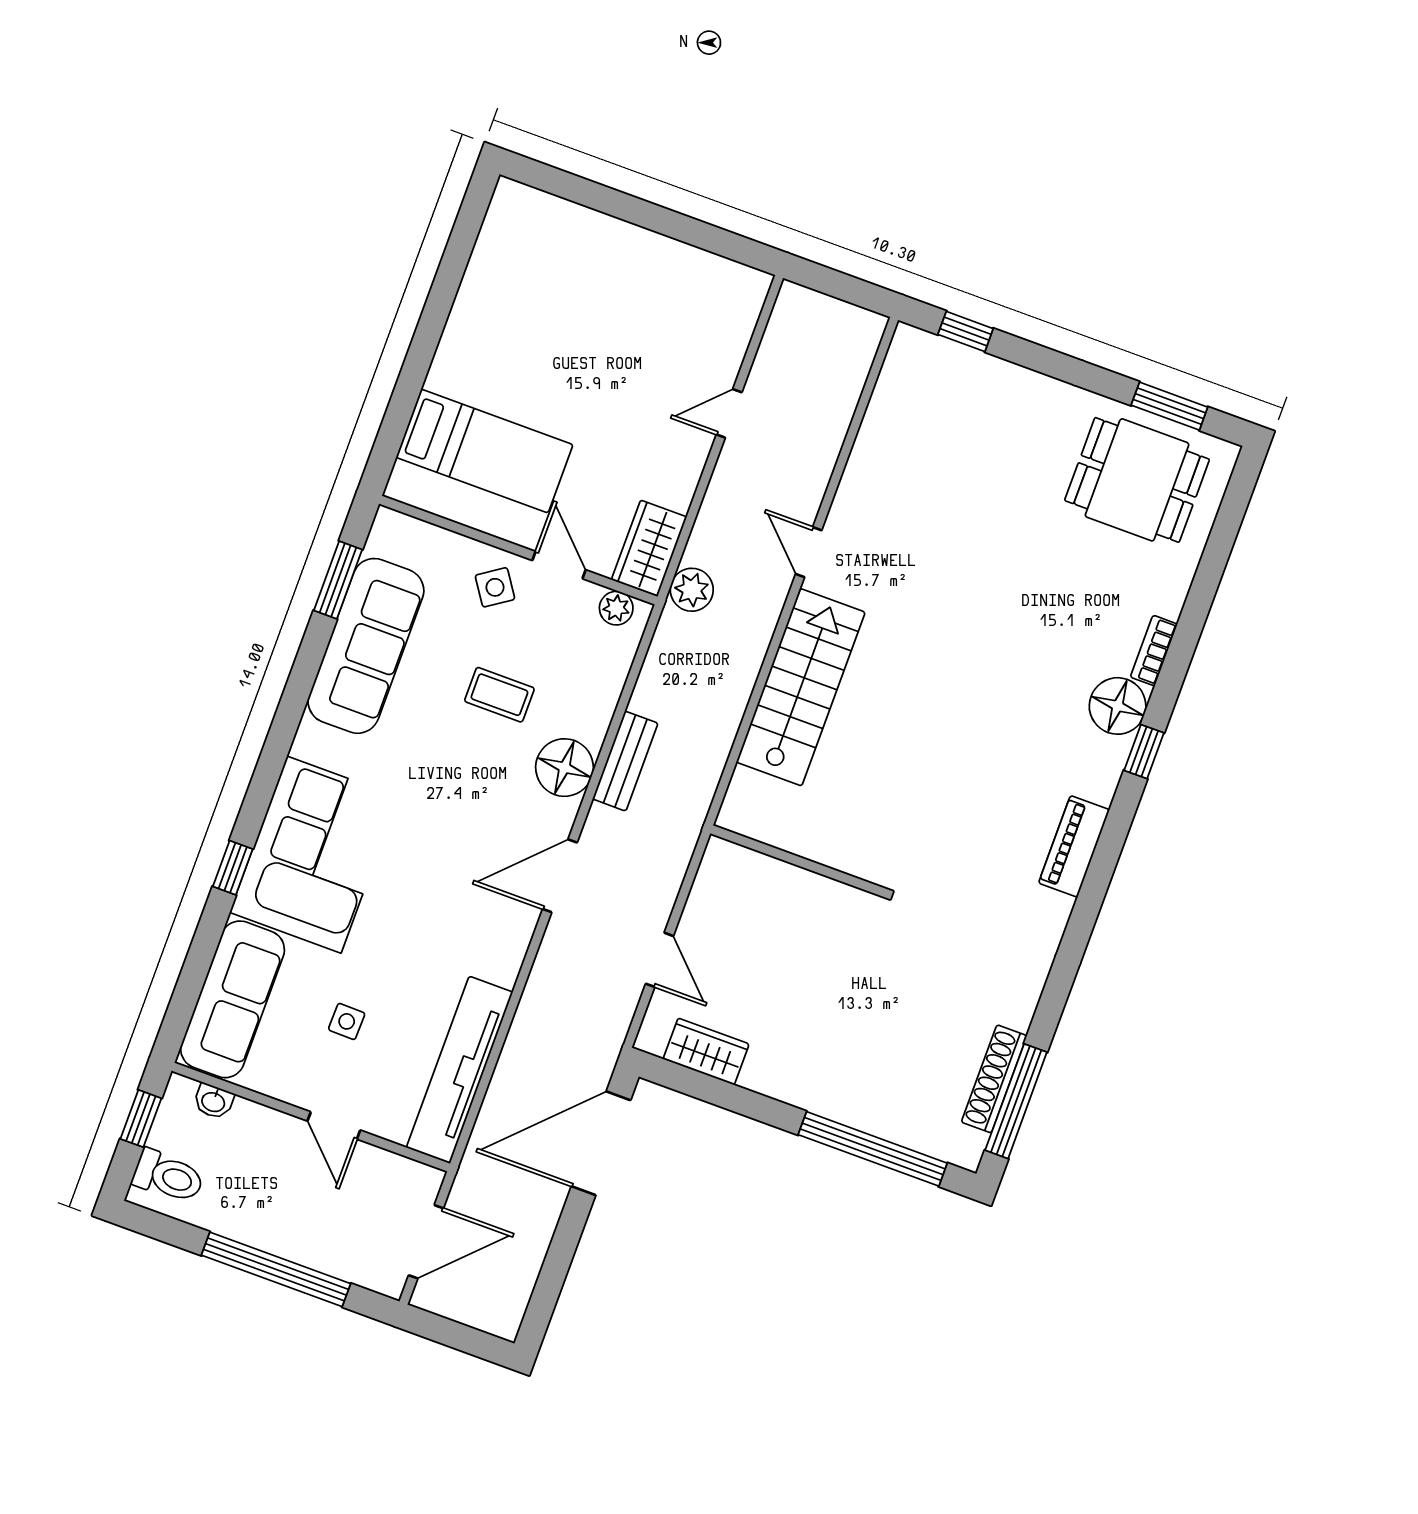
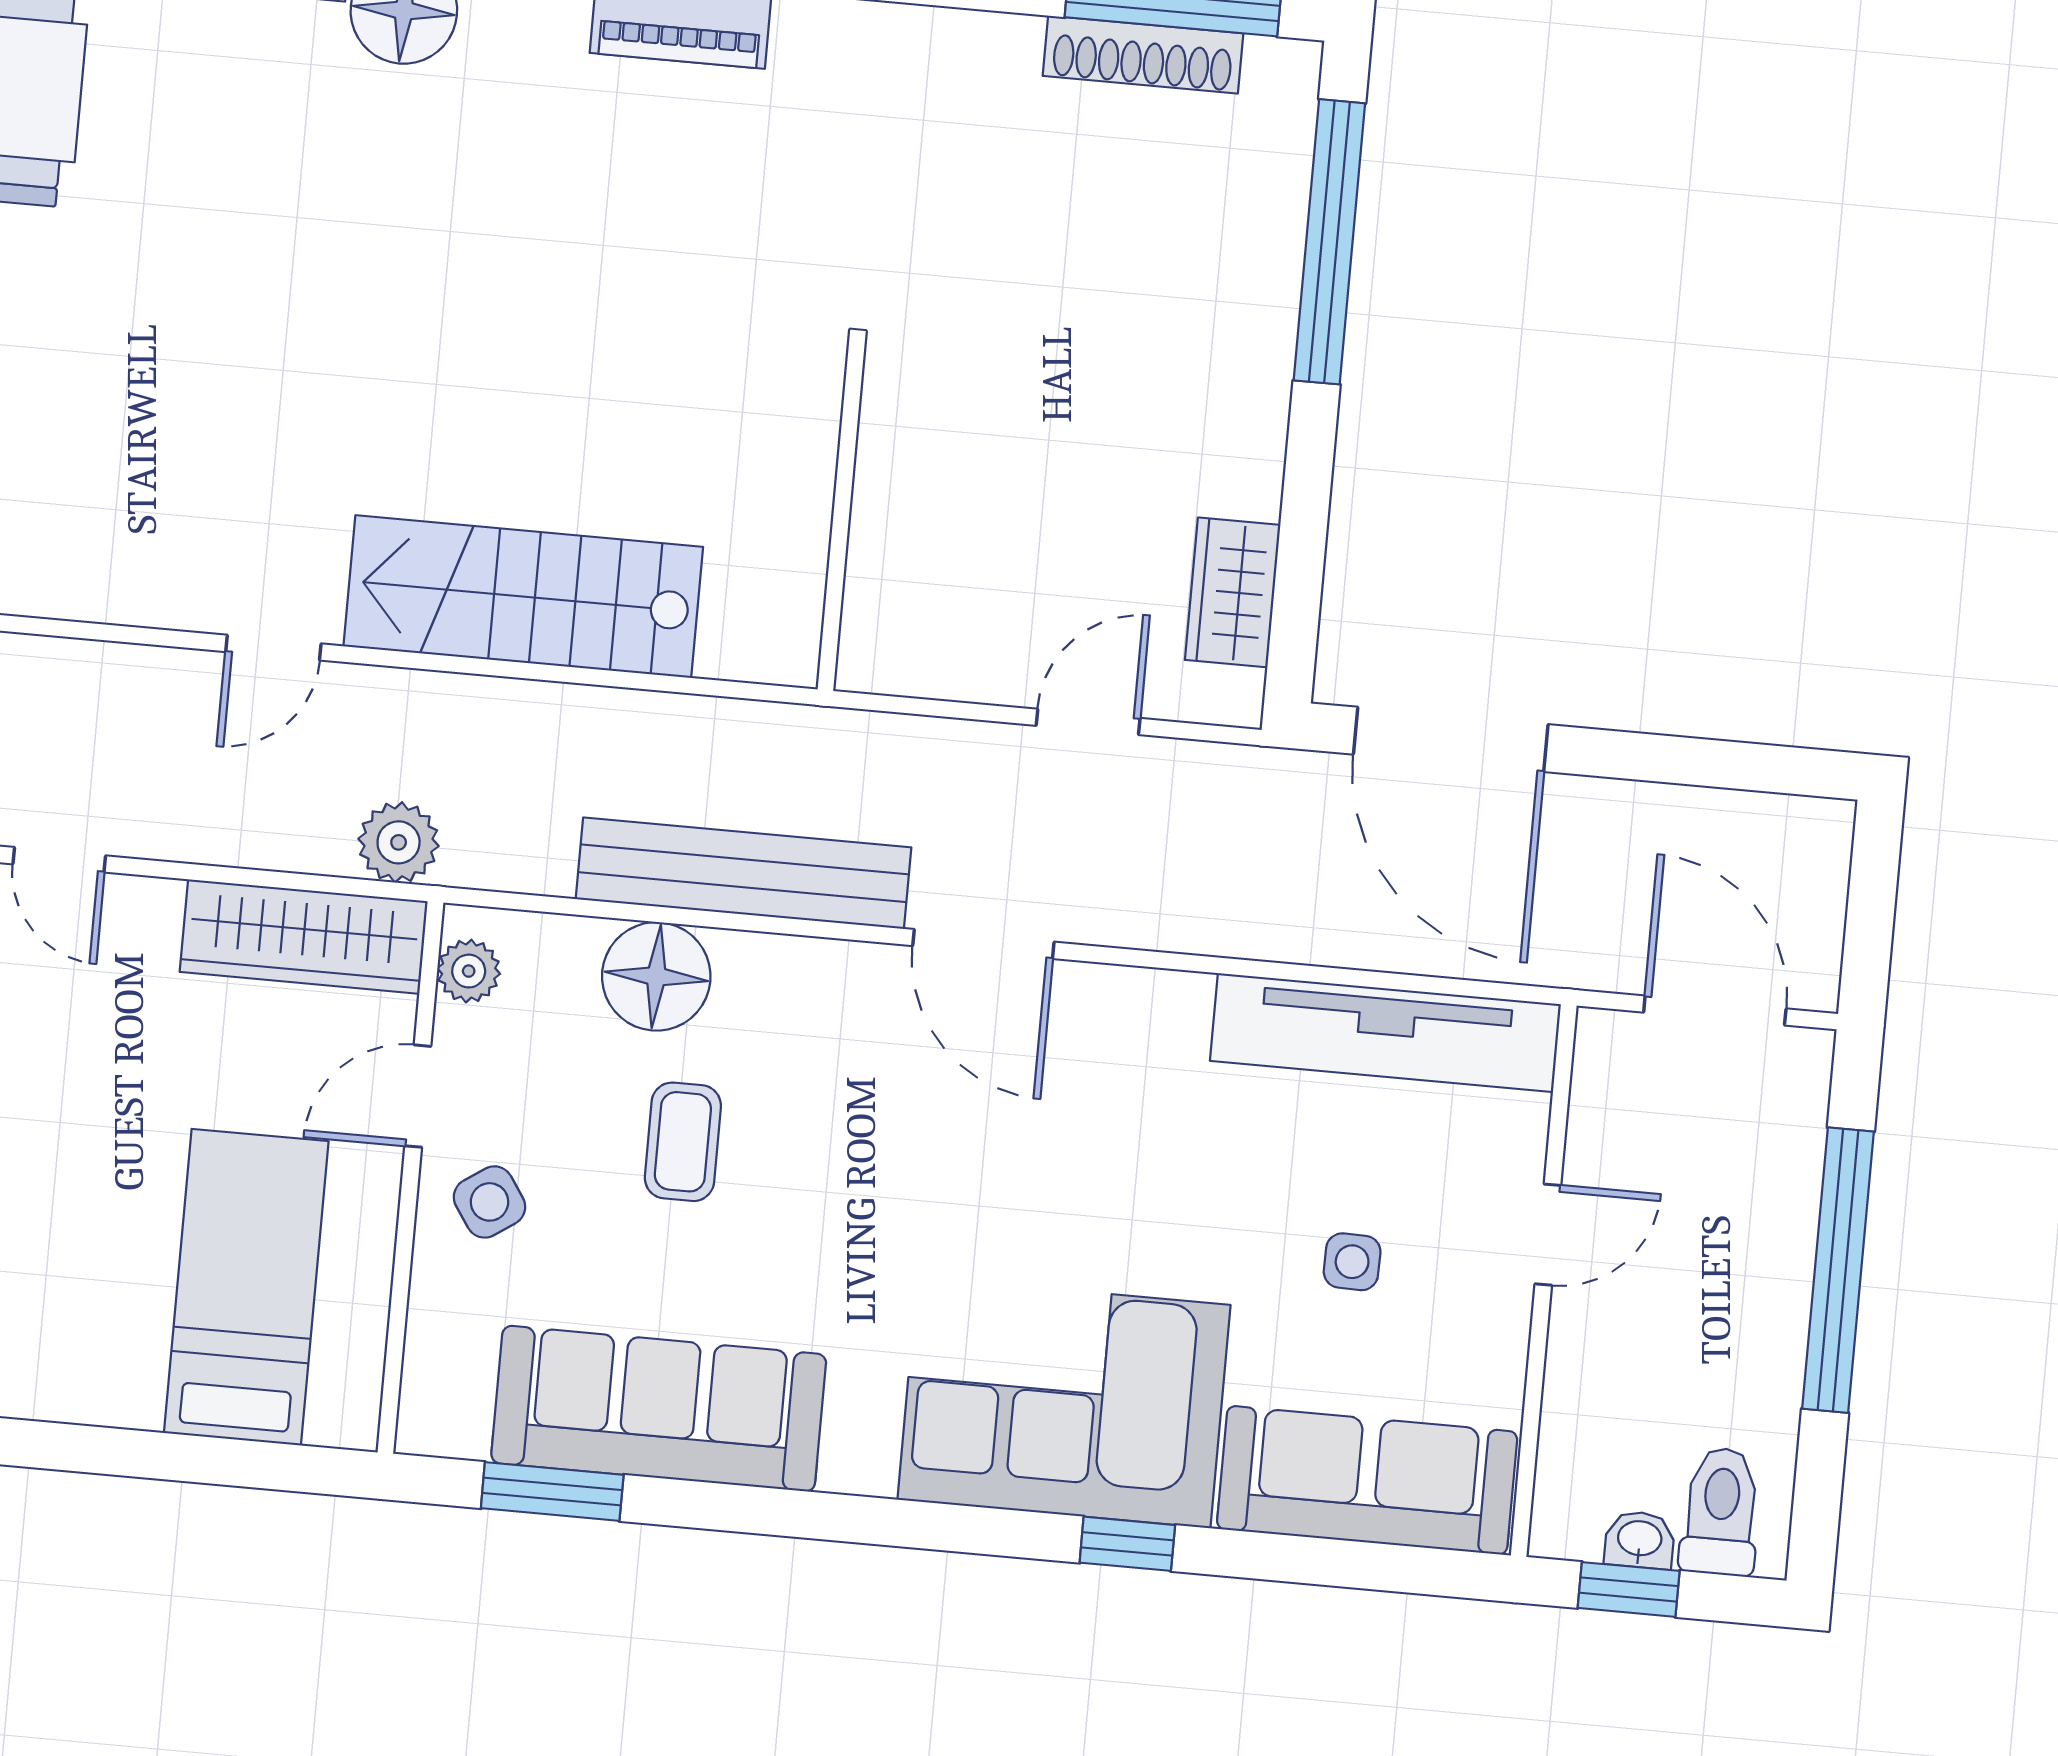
wardrobe: (649, 548) -> (304, 937), width x1.50
bench: (625, 761) -> (743, 873), width x1.86, depth x1.21
floor lamp: (564, 768) -> (656, 976), moved
washbasin: (213, 1101) -> (1640, 1540), moved, turned -90

